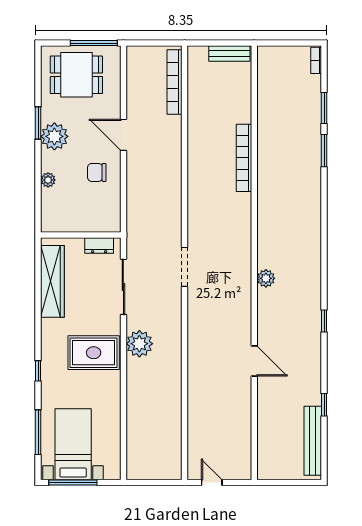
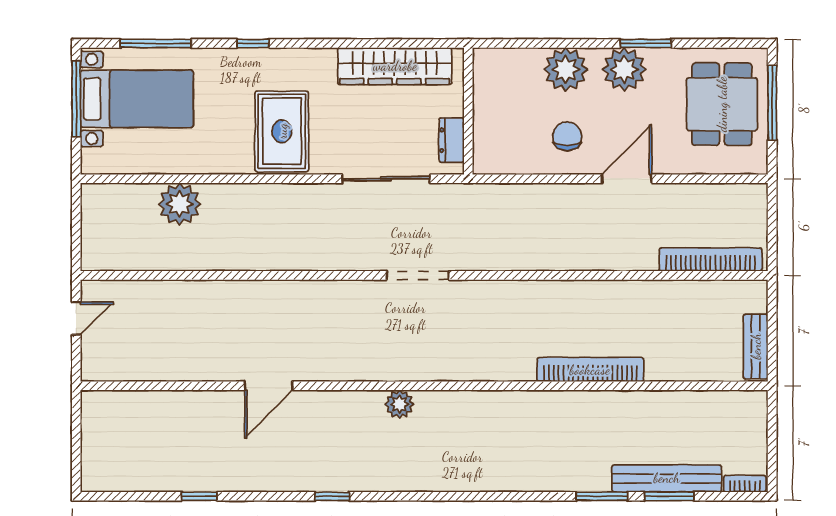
window: (94, 43) -> (772, 103), moved
plant: (48, 180) -> (566, 69), width x1.87, depth x1.87
plant: (139, 344) -> (180, 204), moved
bench: (313, 441) -> (667, 478), moved

